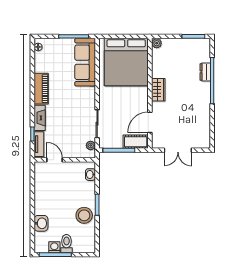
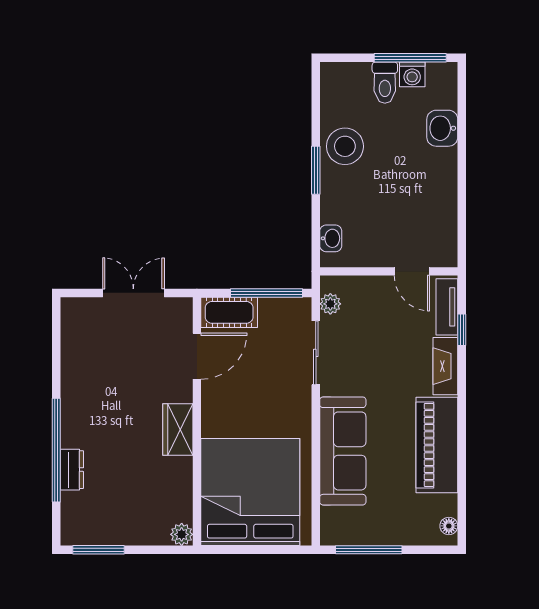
sofa: (85, 62) -> (343, 451), moved
piano: (41, 89) -> (437, 445), width x1.37, depth x1.33

